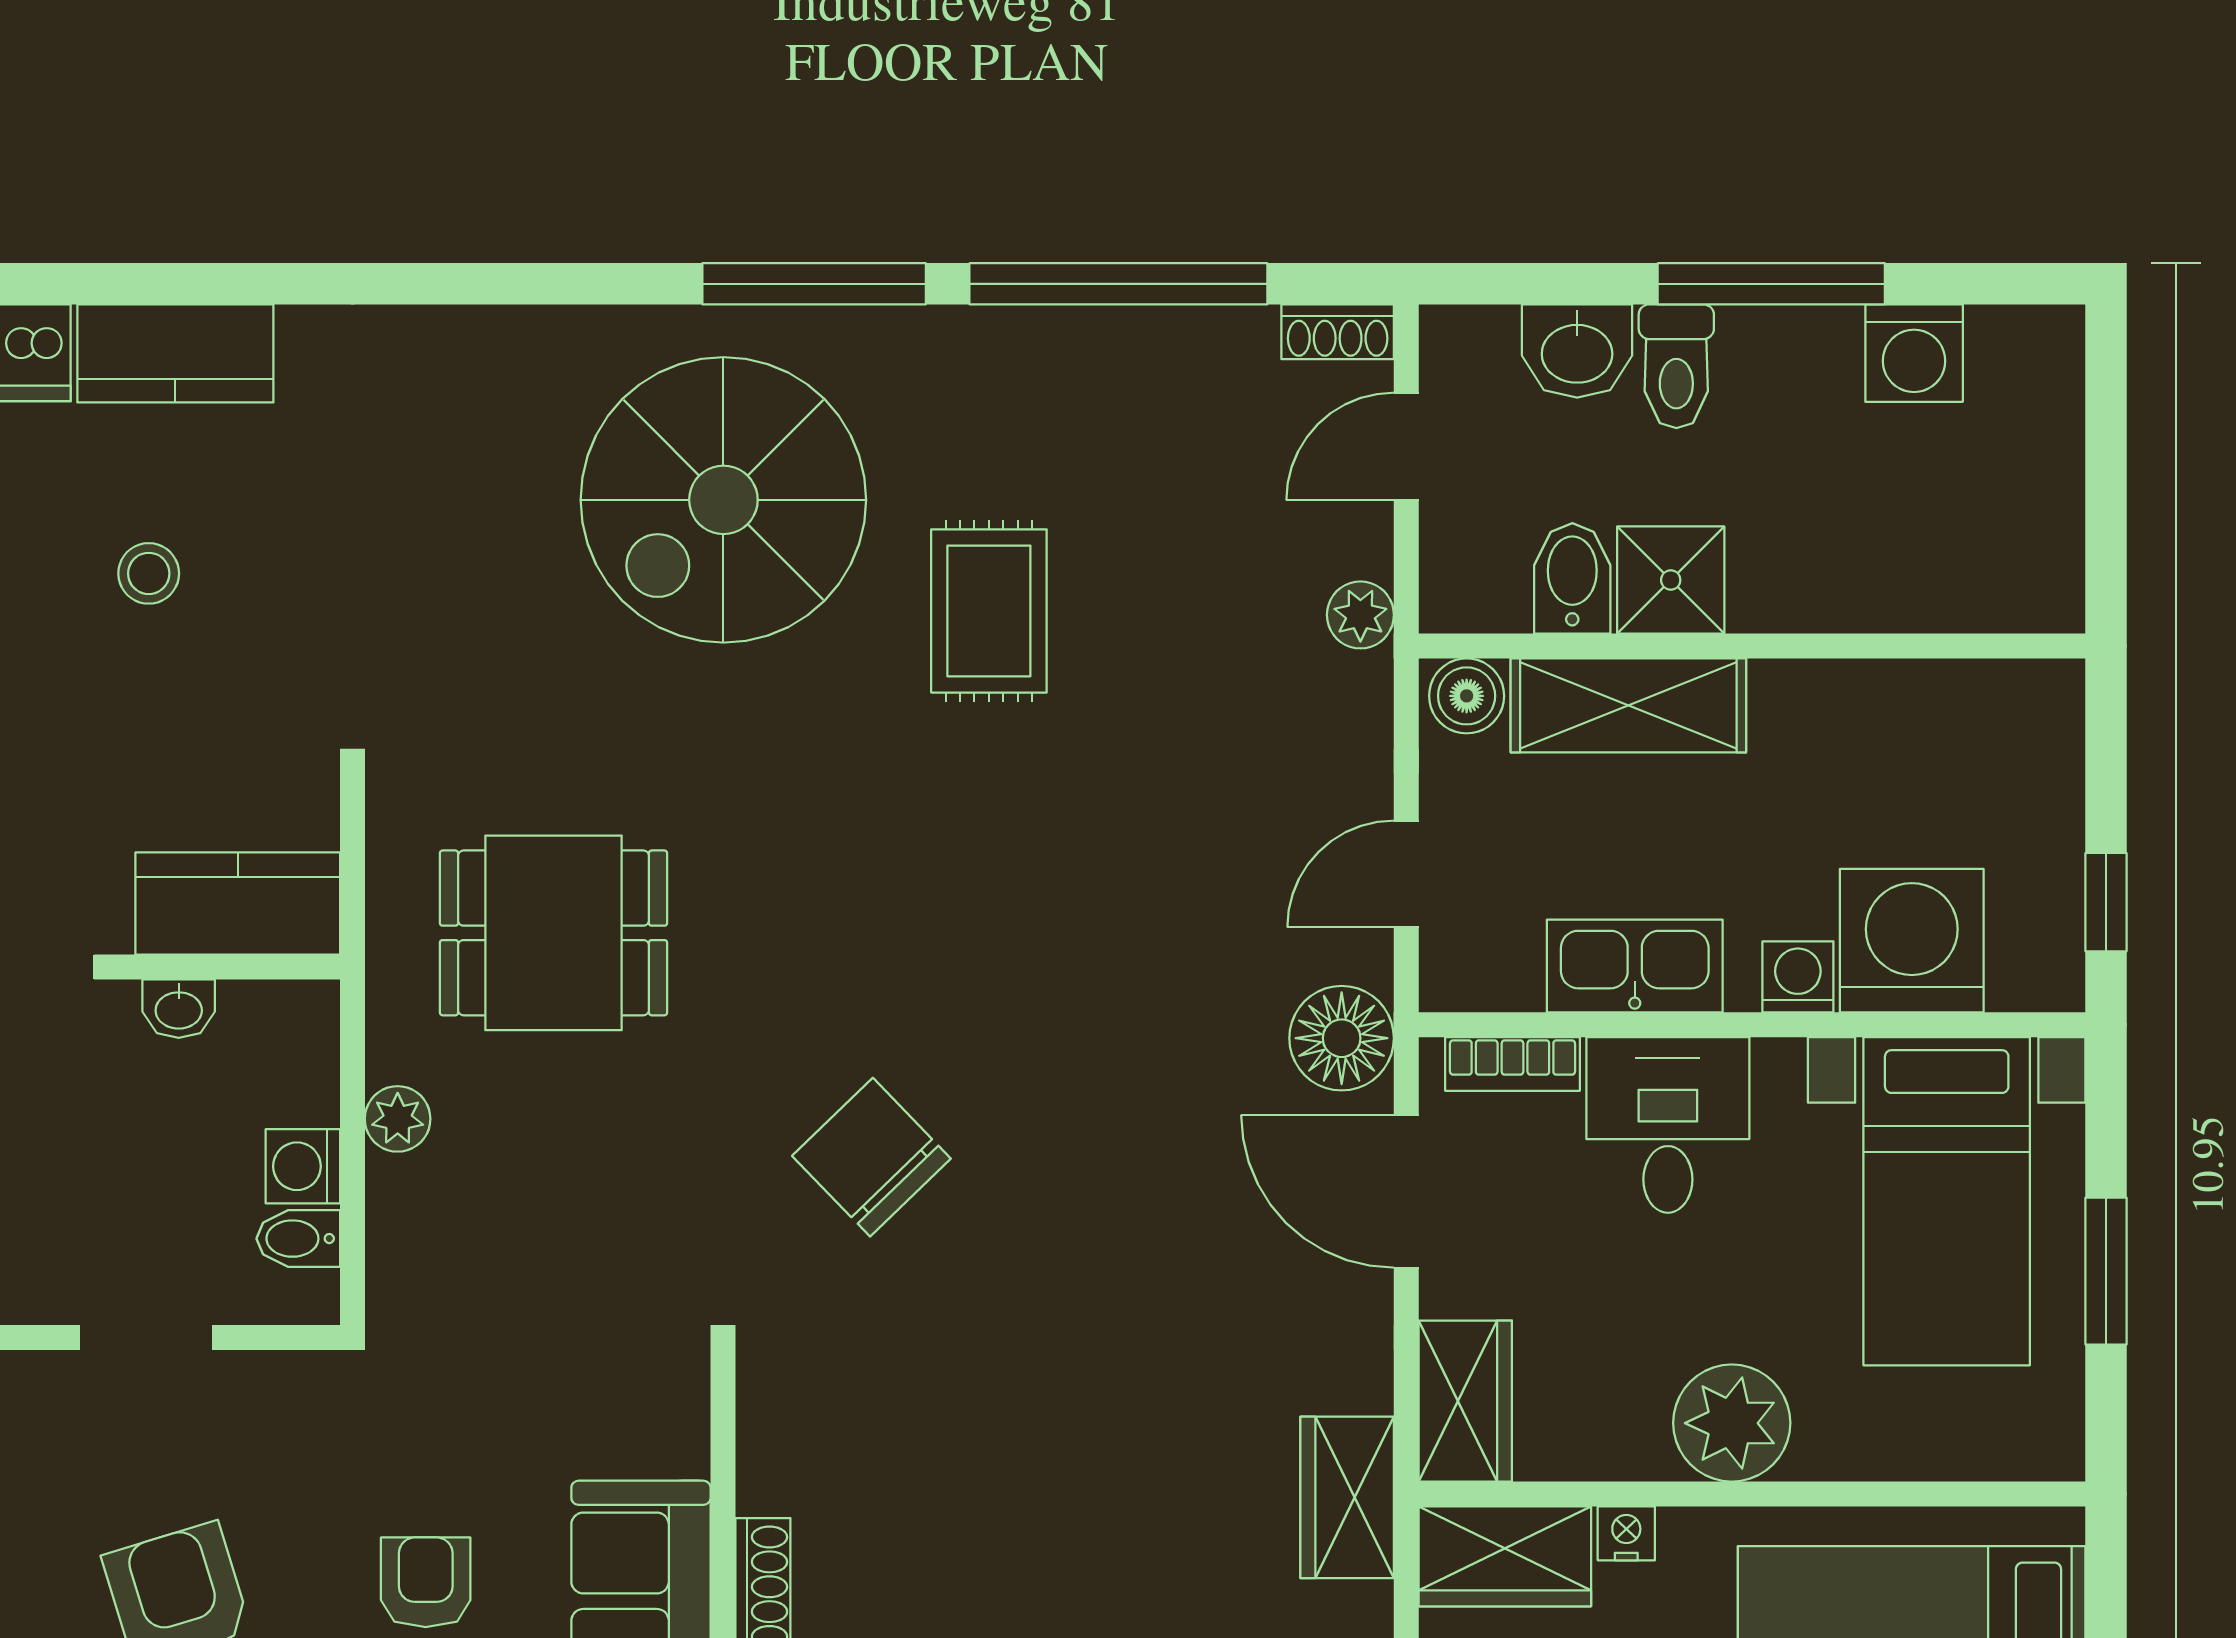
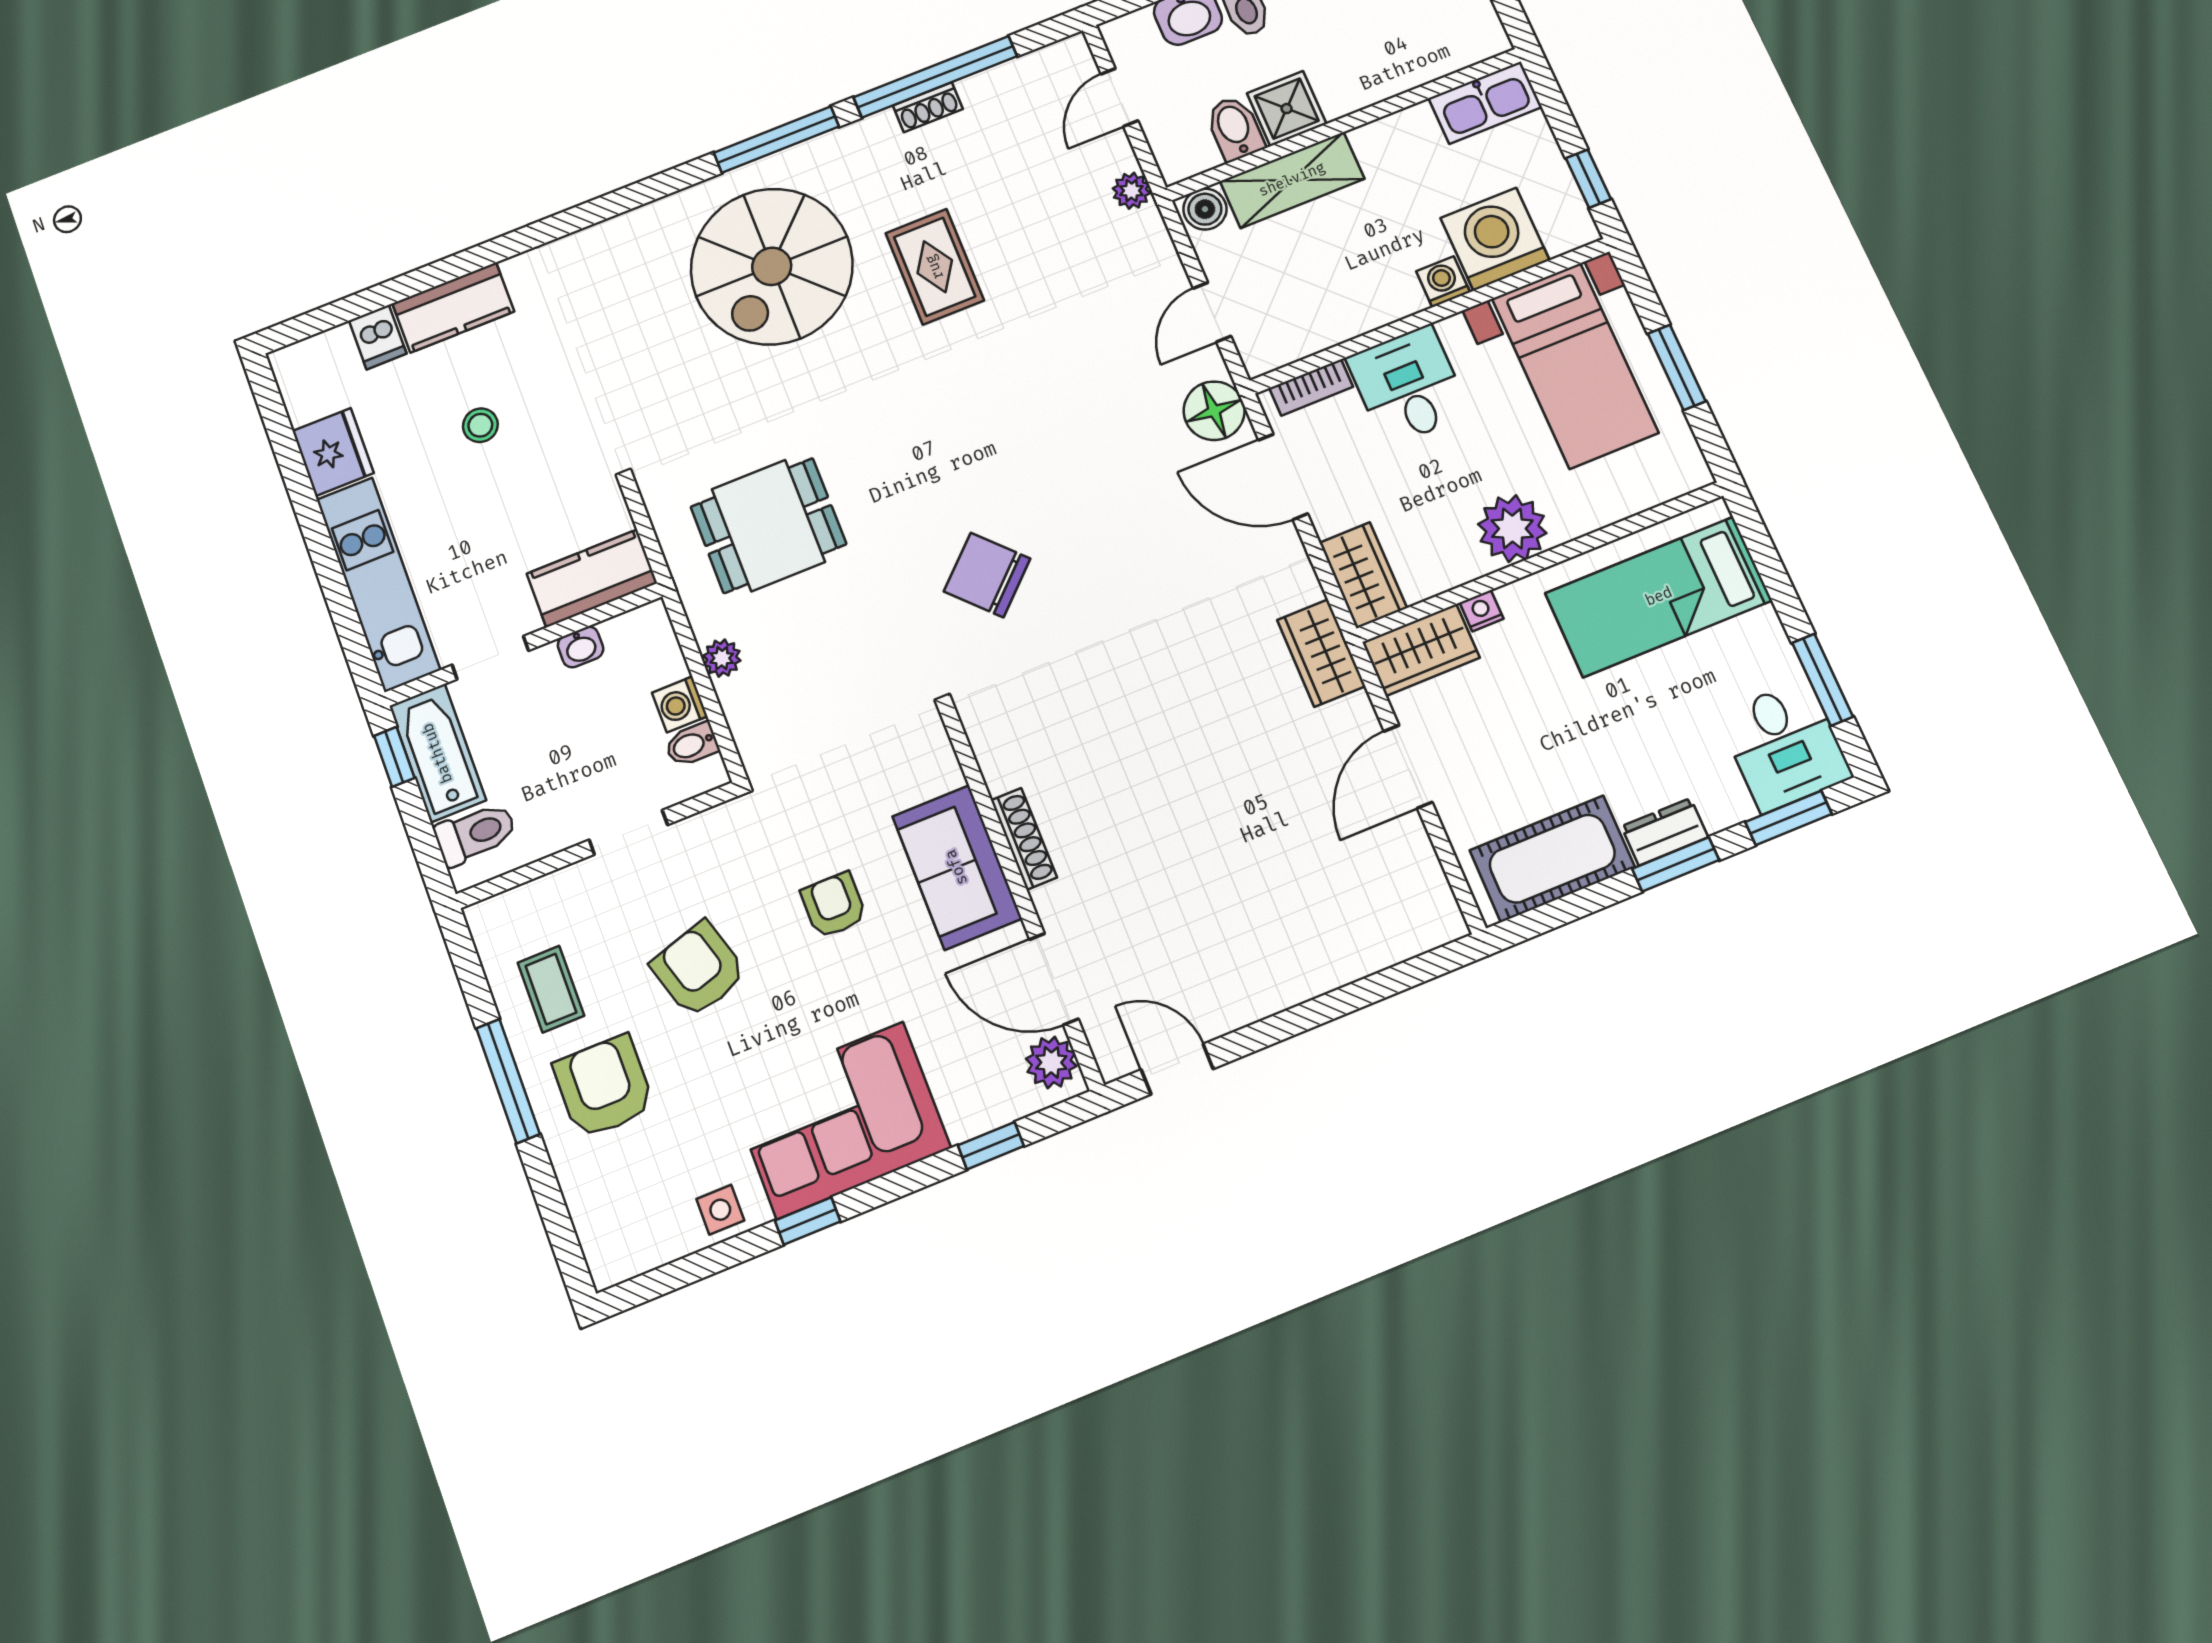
shoe rack: (1338, 332) -> (928, 107), moved
kitchen sink: (1635, 966) -> (1485, 103), moved, turned 180

